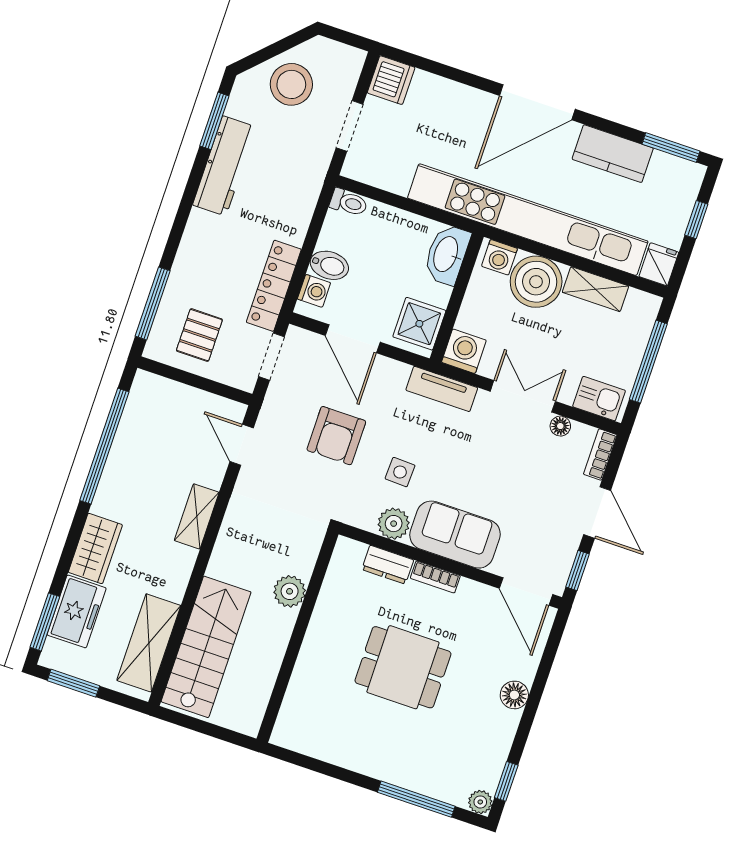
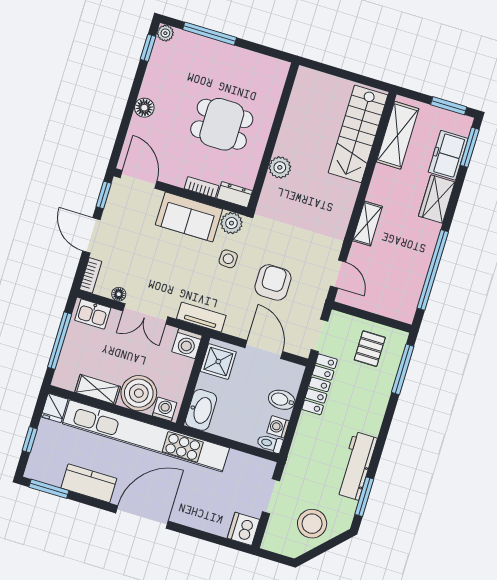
washing machine: (314, 291) -> (278, 427), moved
plant: (290, 591) -> (280, 167), moved
wall: (298, 637) -> (273, 136), moved

